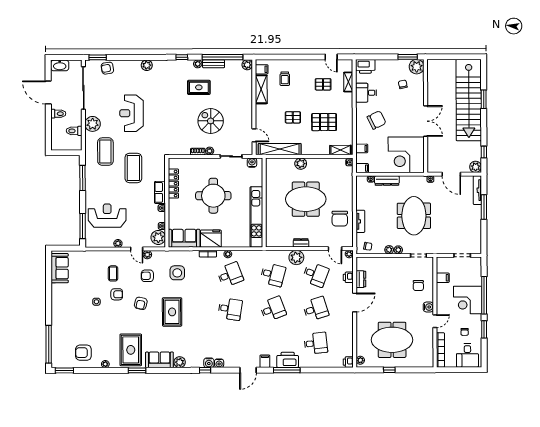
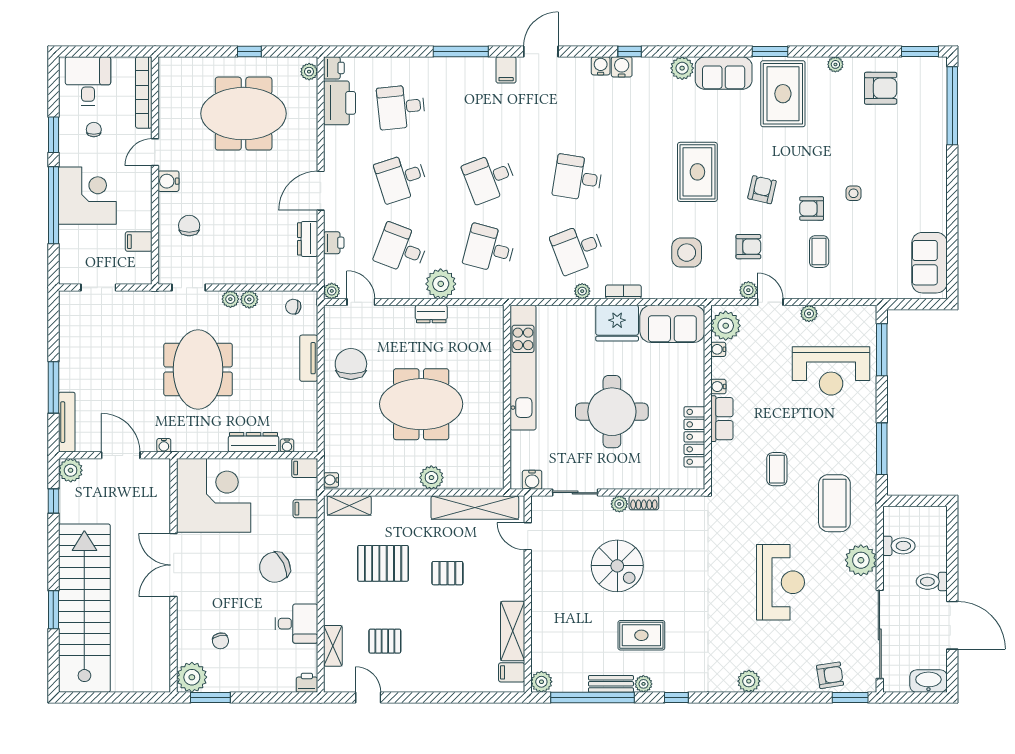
printer: (365, 66) -> (307, 683), width x0.53, depth x0.68
trolley: (285, 79) -> (464, 653), removed
coffee table: (133, 168) -> (777, 469), width x0.54, depth x0.58
printer: (288, 360) -> (340, 103), moved, turned -90

